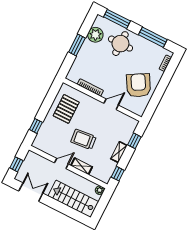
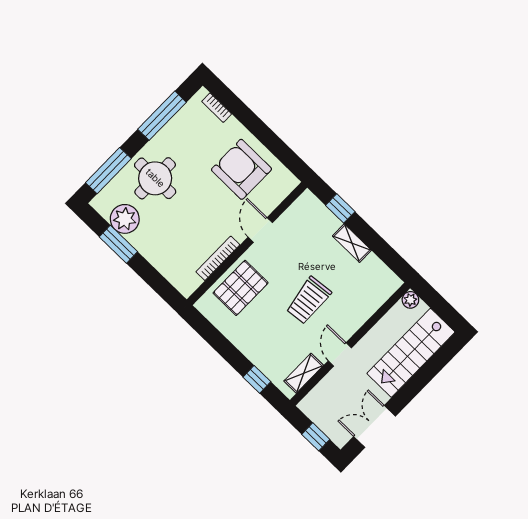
window: (77, 45) -> (118, 244), moved
armchair: (138, 85) -> (241, 169), turned 30
pallet: (66, 109) -> (241, 288), moved, turned 90
shelving: (82, 166) -> (304, 373), moved
window: (118, 174) -> (391, 258), removed

